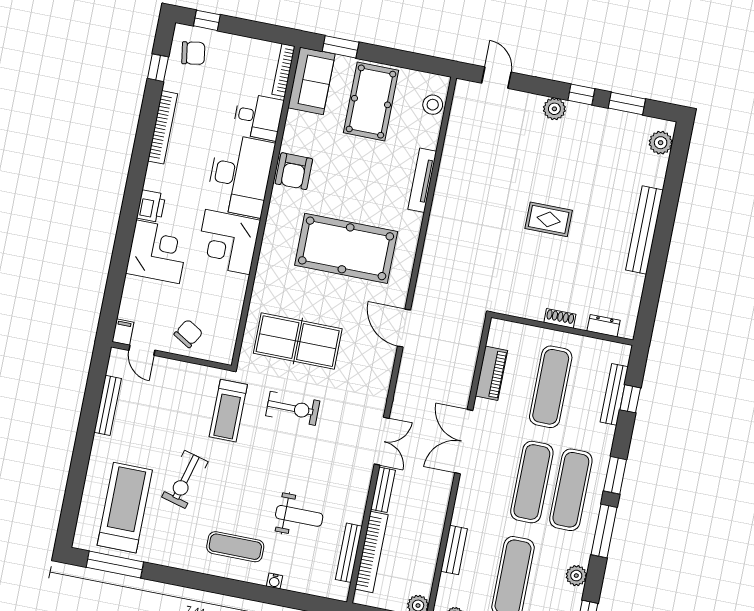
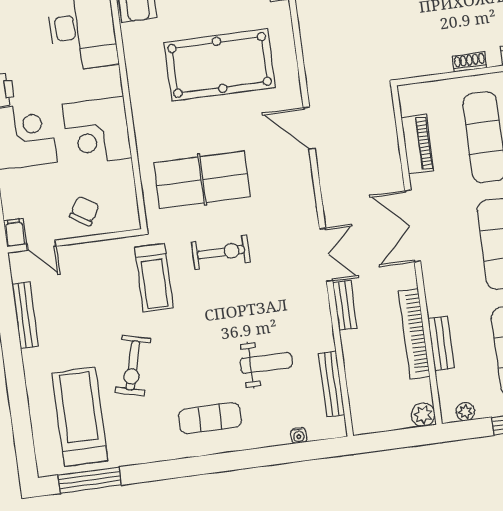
corner desk: (228, 242) -> (97, 131), moved
bookcase: (371, 552) -> (414, 334), moved, turned 180
water cooler: (274, 581) -> (299, 435), moved

